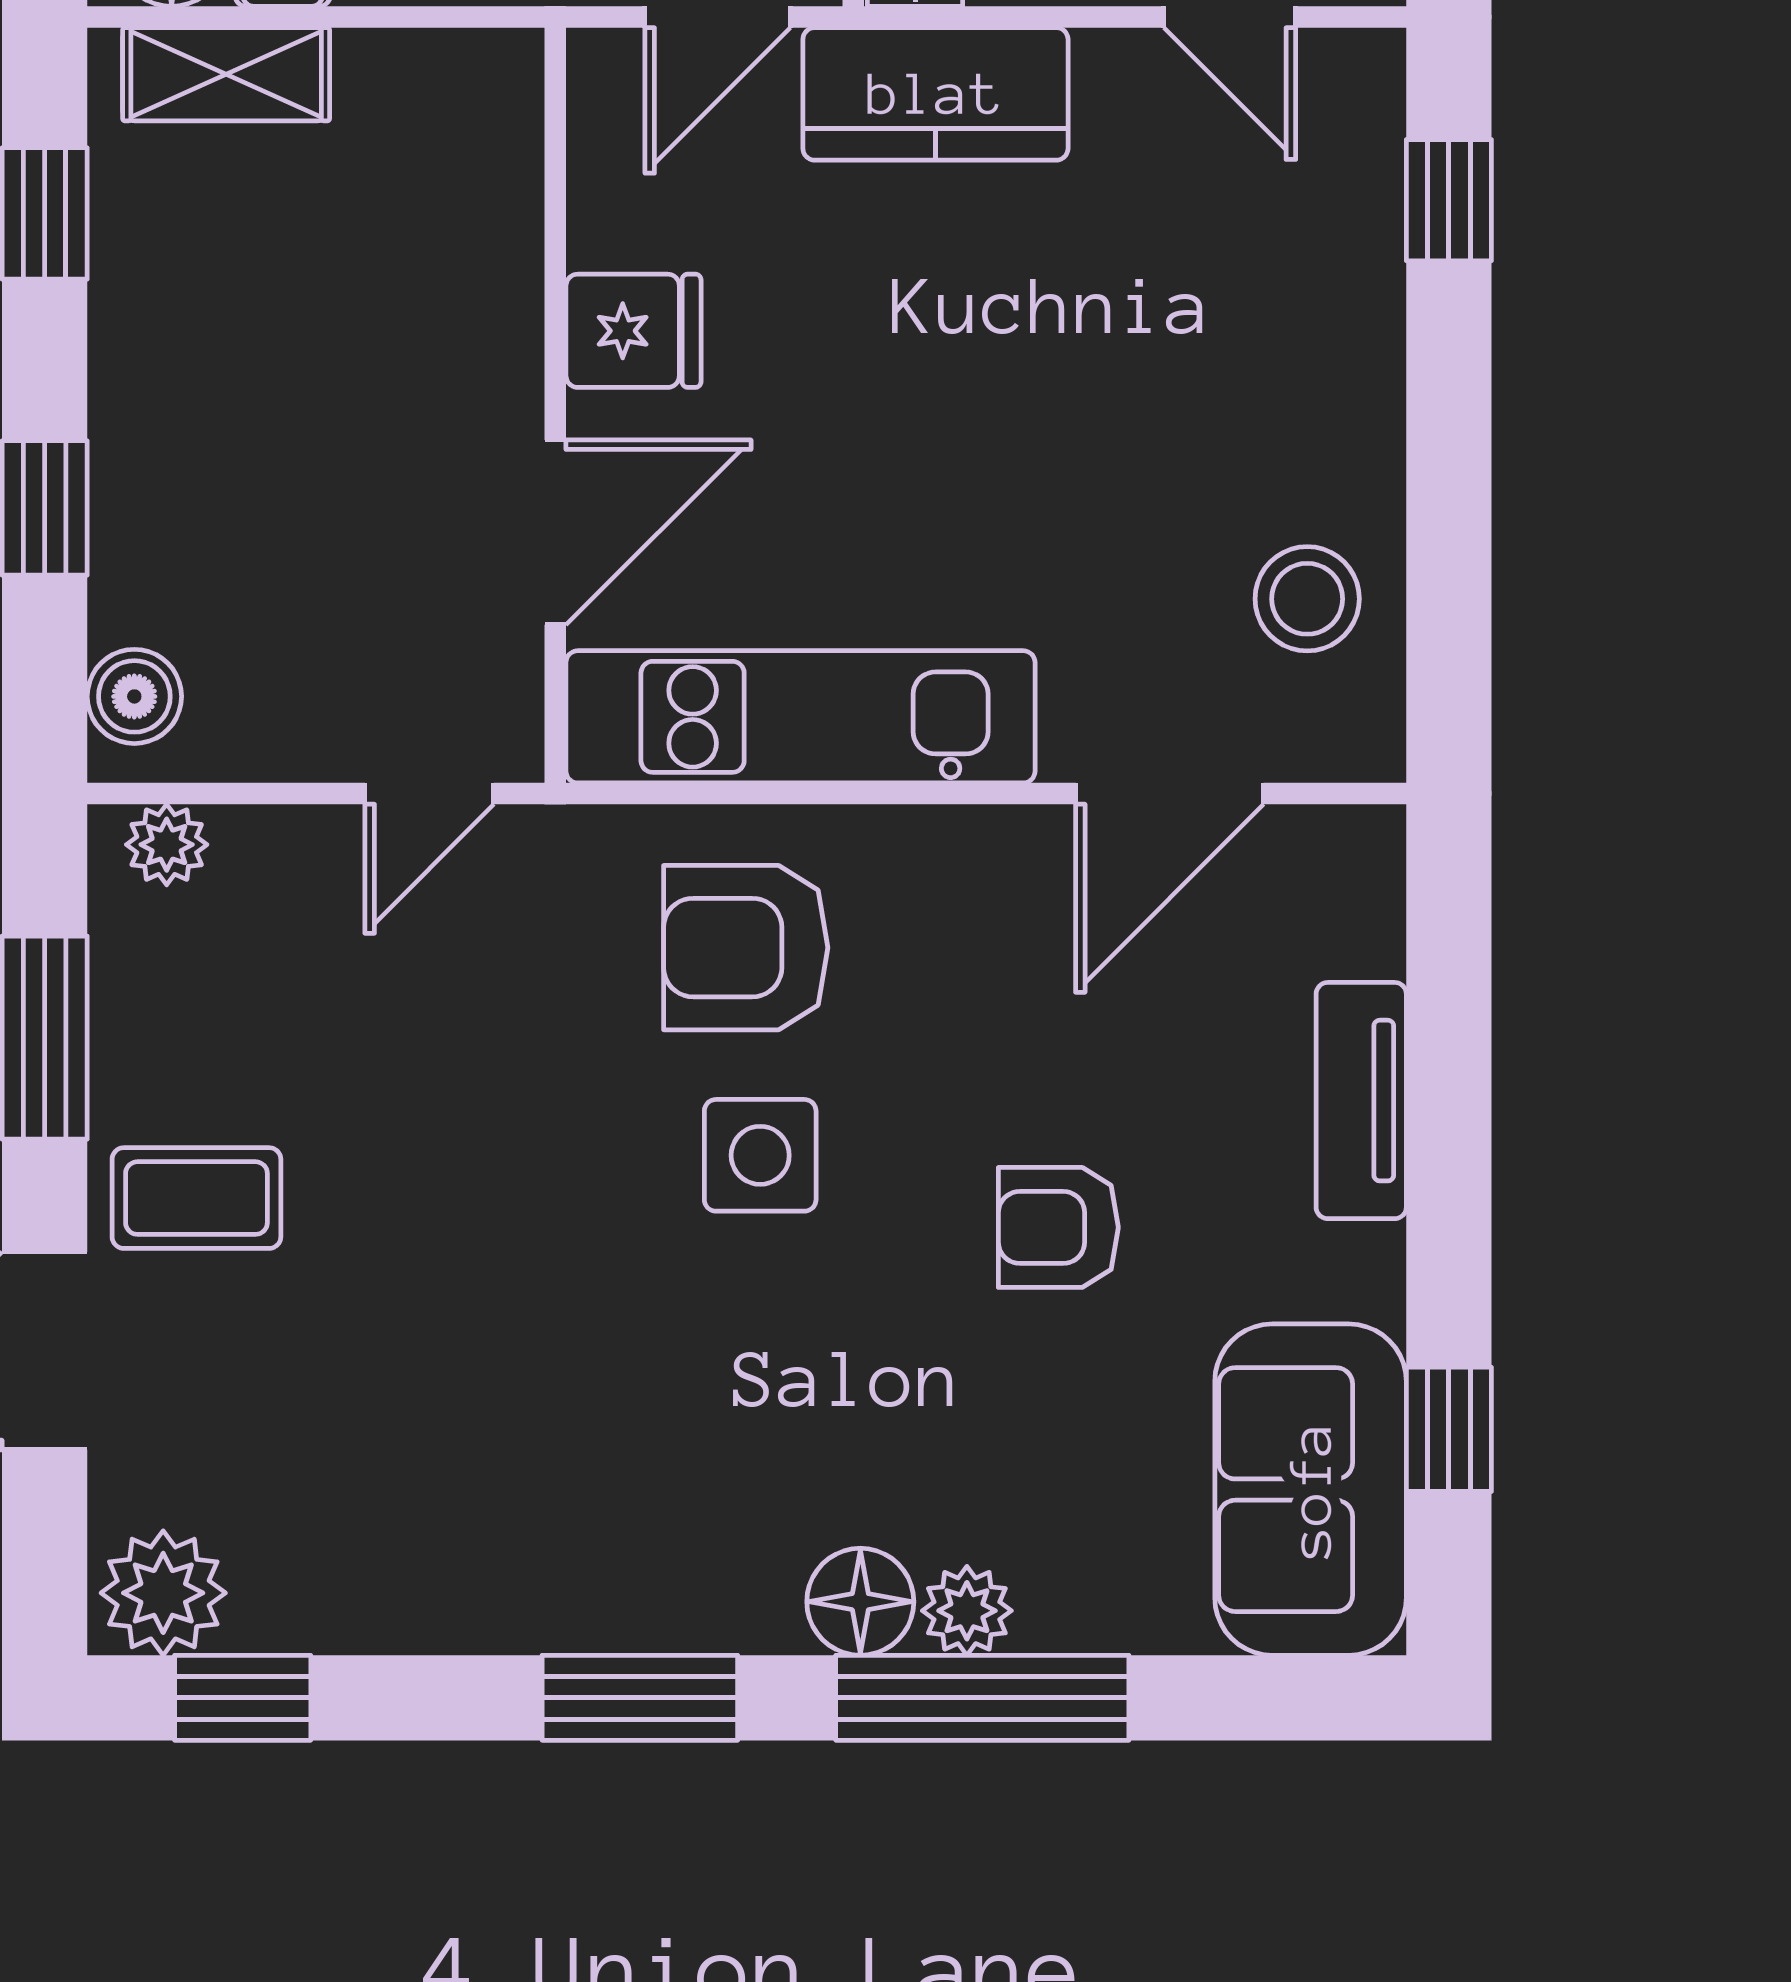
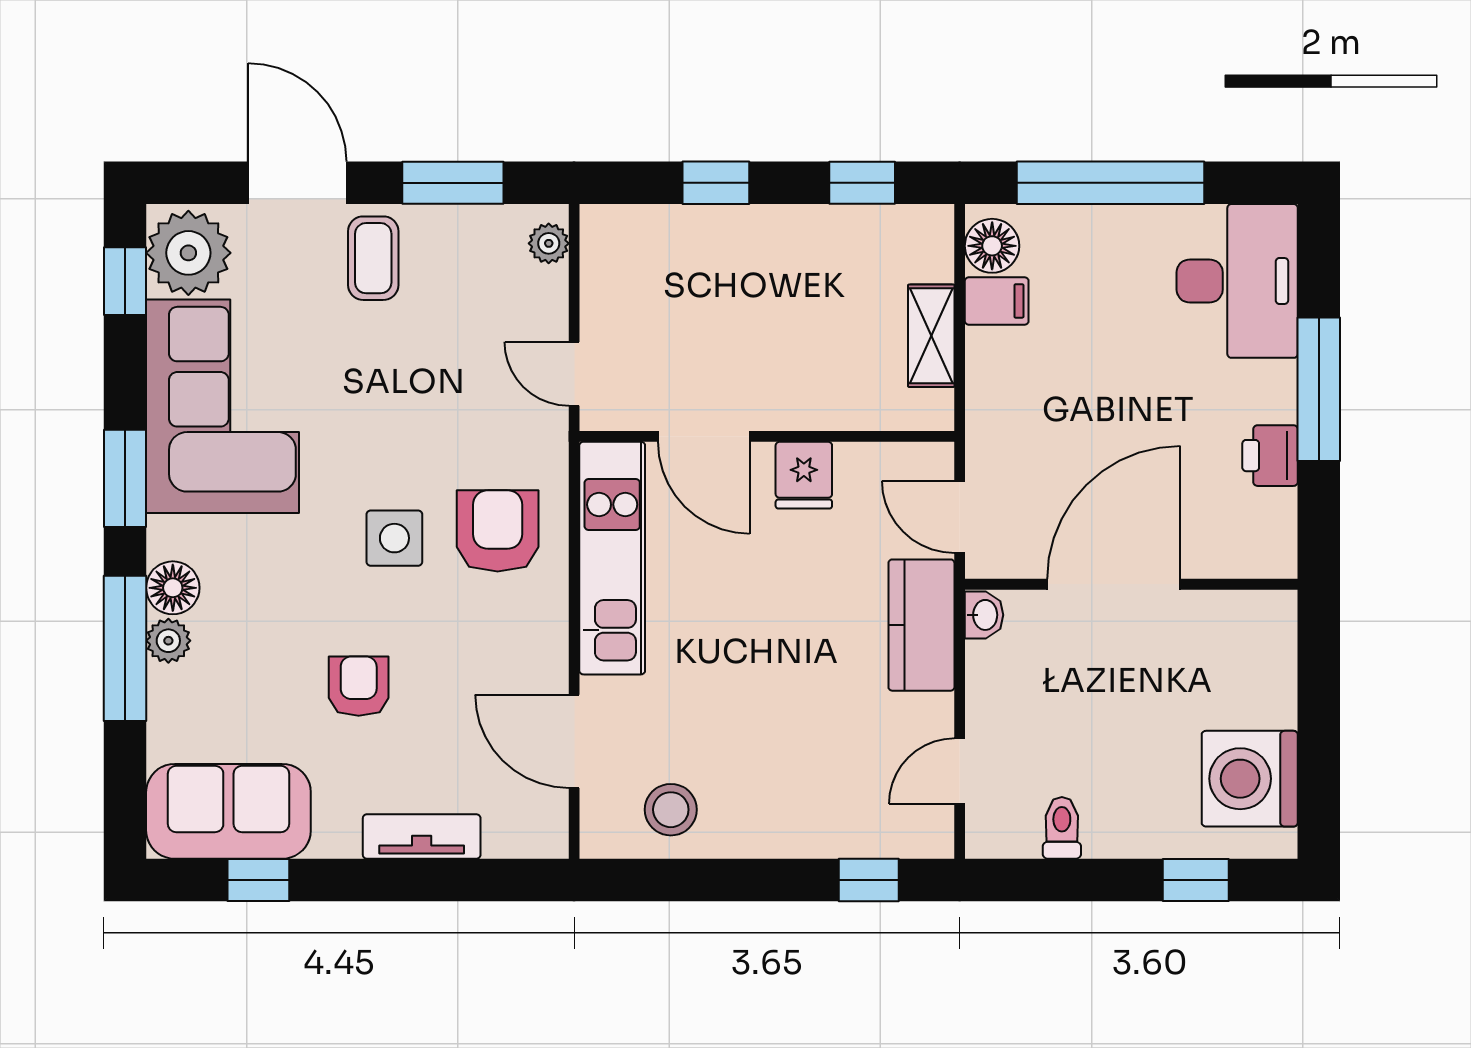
shelving: (226, 74) -> (931, 336), moved
boiler: (134, 696) -> (622, 227), removed
corner sofa: (495, 1502) -> (223, 406), added
plant: (163, 1593) -> (188, 253), width x1.36, depth x1.36

